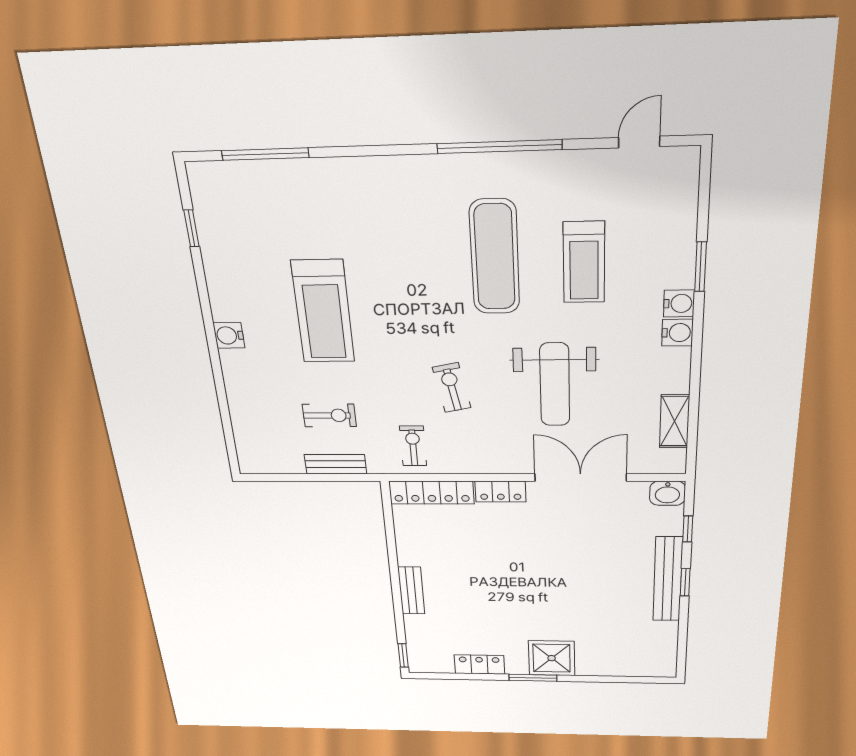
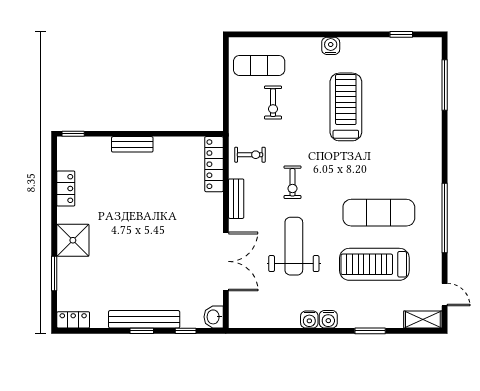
treadmill: (584, 262) -> (374, 264), width x1.37, depth x1.38
water cooler: (679, 303) -> (309, 319), moved
treadmill: (323, 312) -> (346, 107), turned 90
weight bench: (555, 385) -> (294, 246), turned 90
exercise bike: (452, 388) -> (292, 182), turned 101
shelving: (674, 421) -> (423, 320), moved
exercise mat: (275, 434) -> (259, 65), added
bench: (335, 464) -> (236, 199), moved
locker: (501, 491) -> (73, 320), moved, turned 90
window: (533, 678) -> (54, 274), moved

